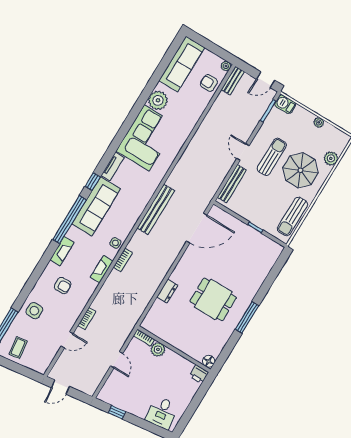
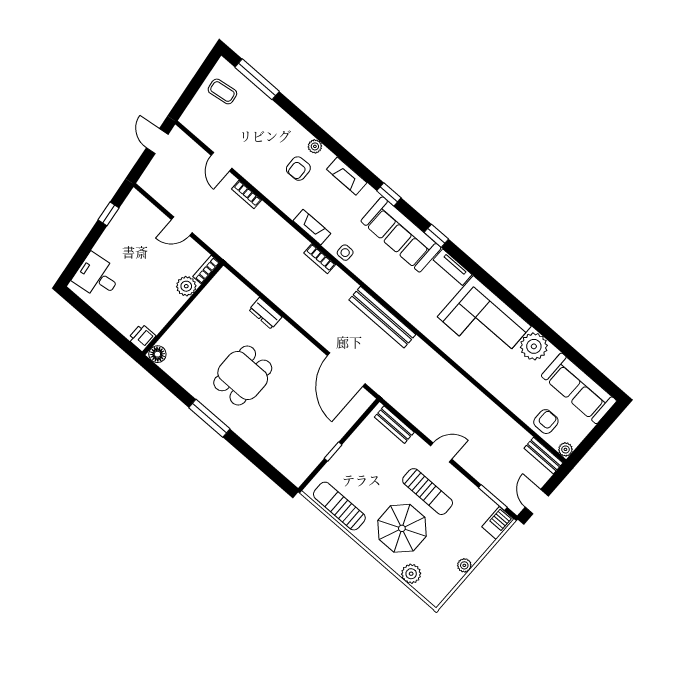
bench: (232, 184) -> (394, 425), width x0.73
window: (70, 219) -> (389, 194), width x0.32
plant: (45, 277) -> (315, 146), added
side table: (34, 311) -> (270, 123), removed

